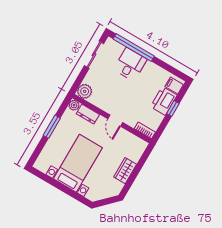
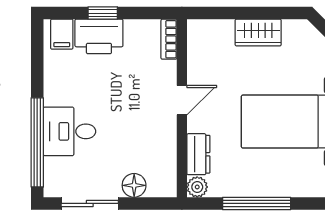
floor lamp: (91, 78) -> (134, 185), added
plant: (85, 91) -> (162, 183), removed
window: (52, 127) -> (257, 203), width x1.44

